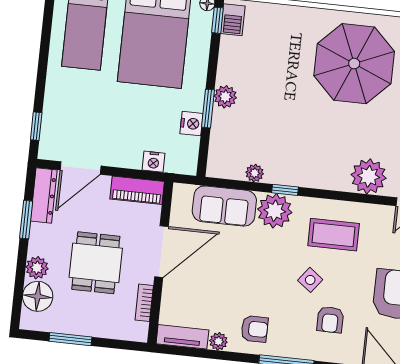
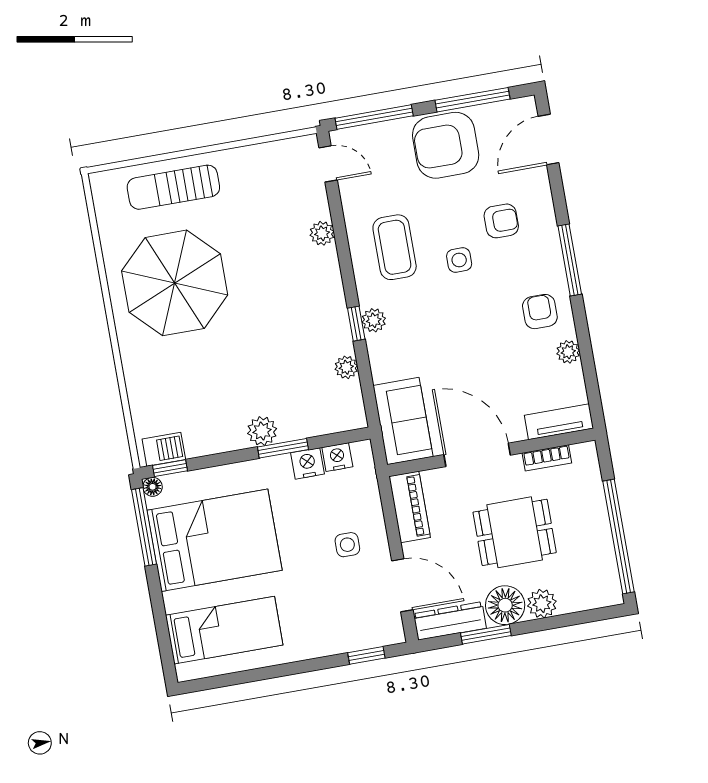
side table: (123, 136) -> (347, 545), added
nightstand: (153, 162) -> (337, 457), moved, turned -90
plant: (369, 176) -> (322, 233), width x0.53, depth x0.53
sofa: (224, 206) -> (403, 421), moved
plant: (275, 211) -> (374, 320), width x0.53, depth x0.53
side table: (310, 280) -> (459, 260), turned -37
floor lamp: (38, 296) -> (505, 605), moved
tv unit: (182, 337) -> (559, 422), moved, turned 90
window: (70, 339) -> (618, 536), width x2.11

